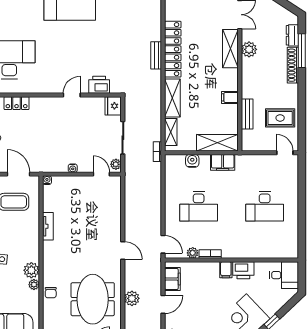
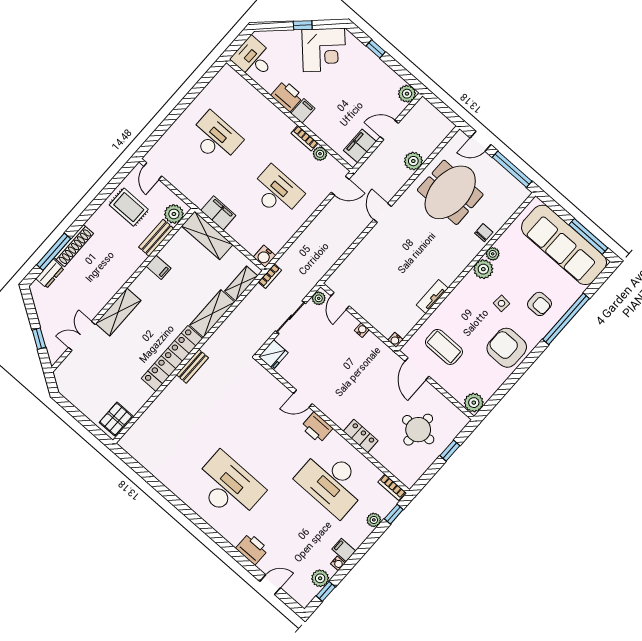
plant: (249, 49) -> (174, 214), moved
printer: (99, 85) -> (317, 428), moved
water cooler: (192, 161) -> (265, 256), moved
door: (163, 244) -> (340, 186), swing flipped

